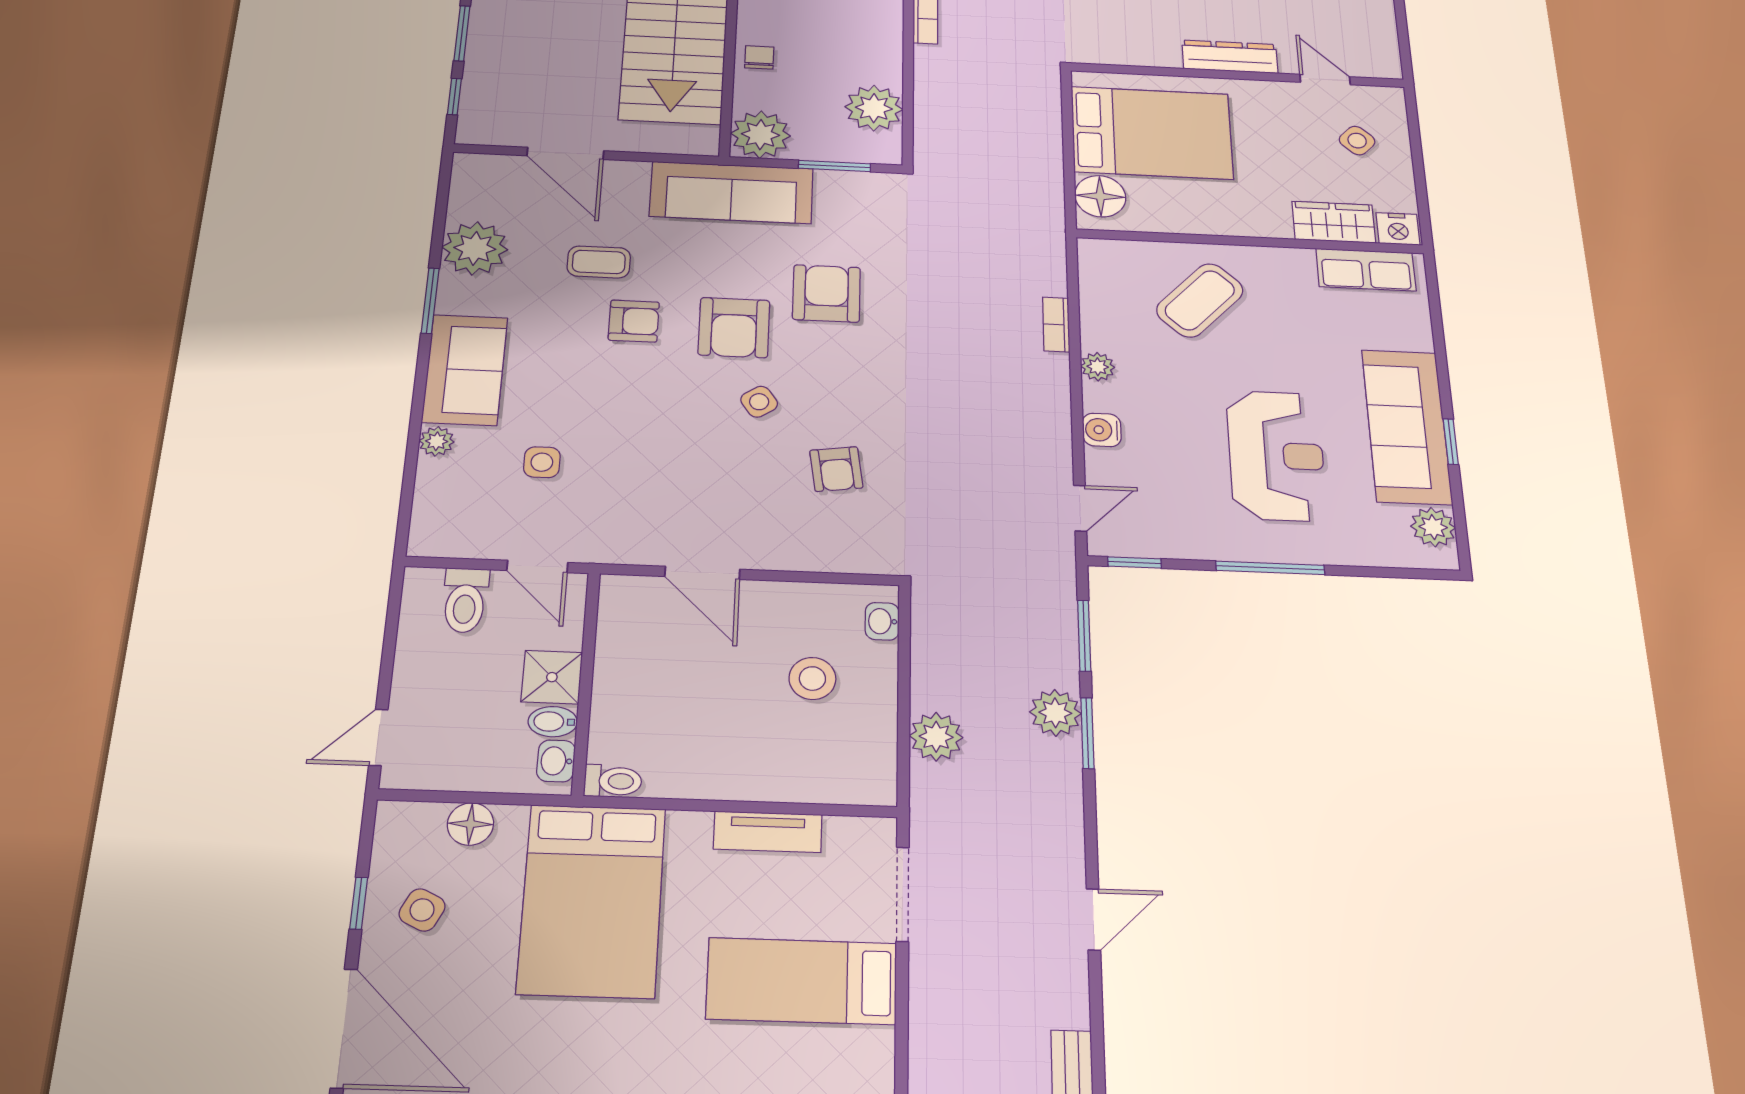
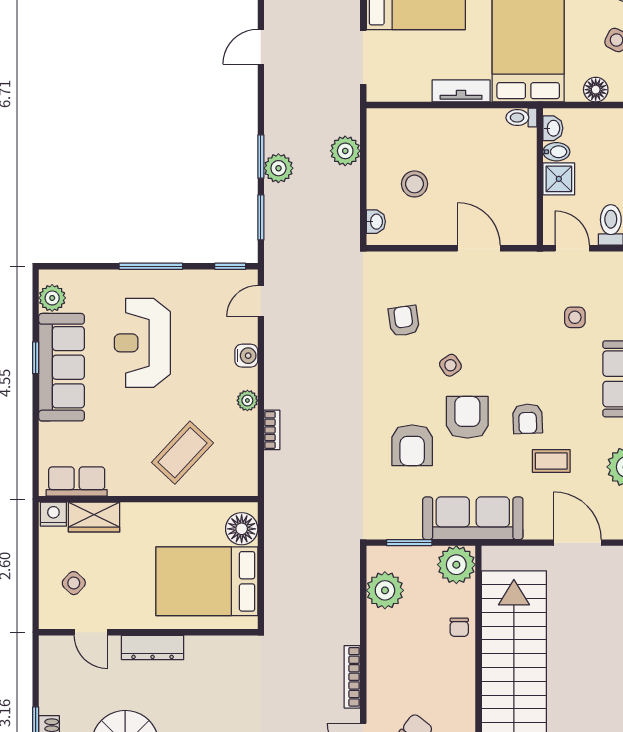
armchair: (634, 321) -> (528, 419), turned -92
tv unit: (768, 832) -> (461, 91), moved

